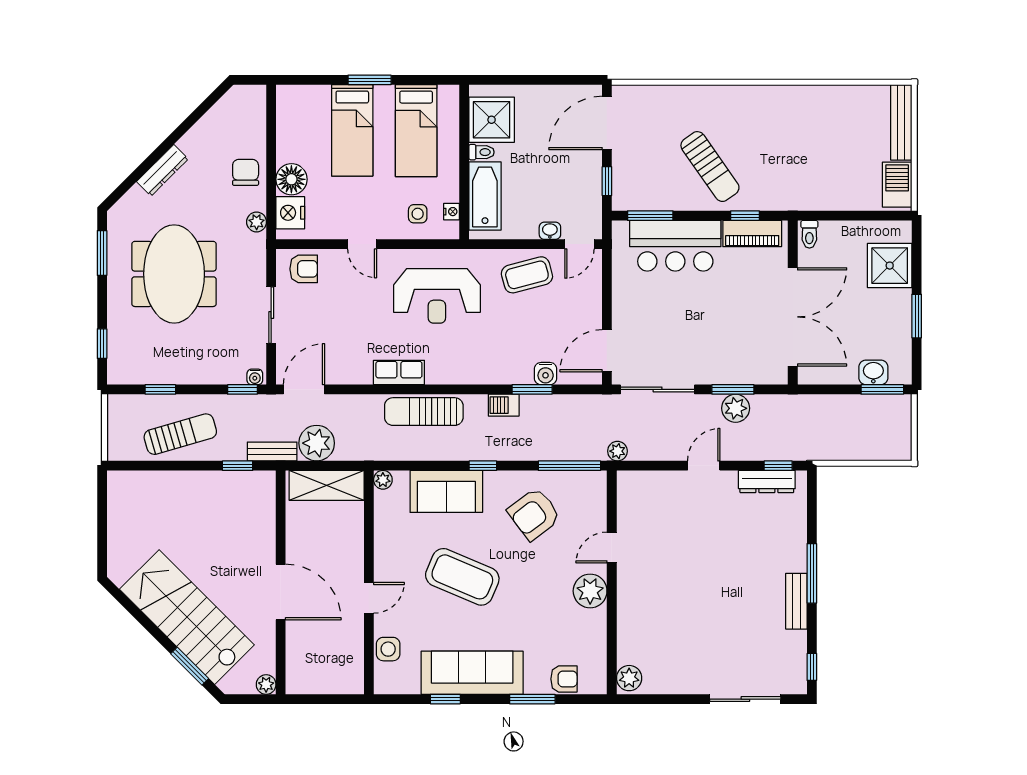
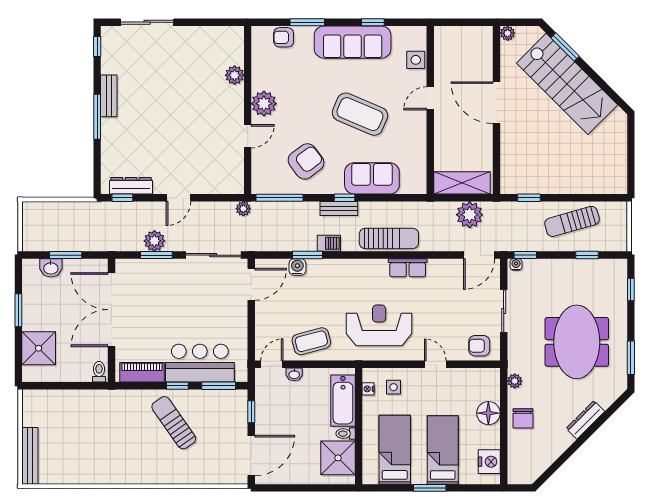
barbecue: (897, 185) -> (33, 409), removed
nightstand: (290, 213) -> (489, 462), moved
window: (745, 216) -> (177, 386), moved
window: (882, 389) -> (66, 255), moved
bench: (272, 451) -> (339, 208), moved
plant: (383, 480) -> (420, 187), removed
plant: (629, 678) -> (235, 75), moved

